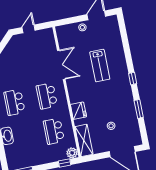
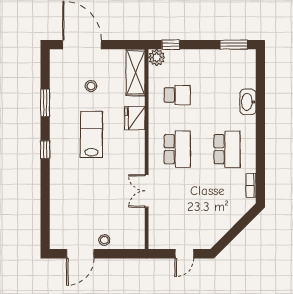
double door: (61, 65) -> (147, 191), width x0.73
lab bench: (100, 66) -> (91, 135), moved
school desk: (54, 131) -> (177, 95), width x0.54

